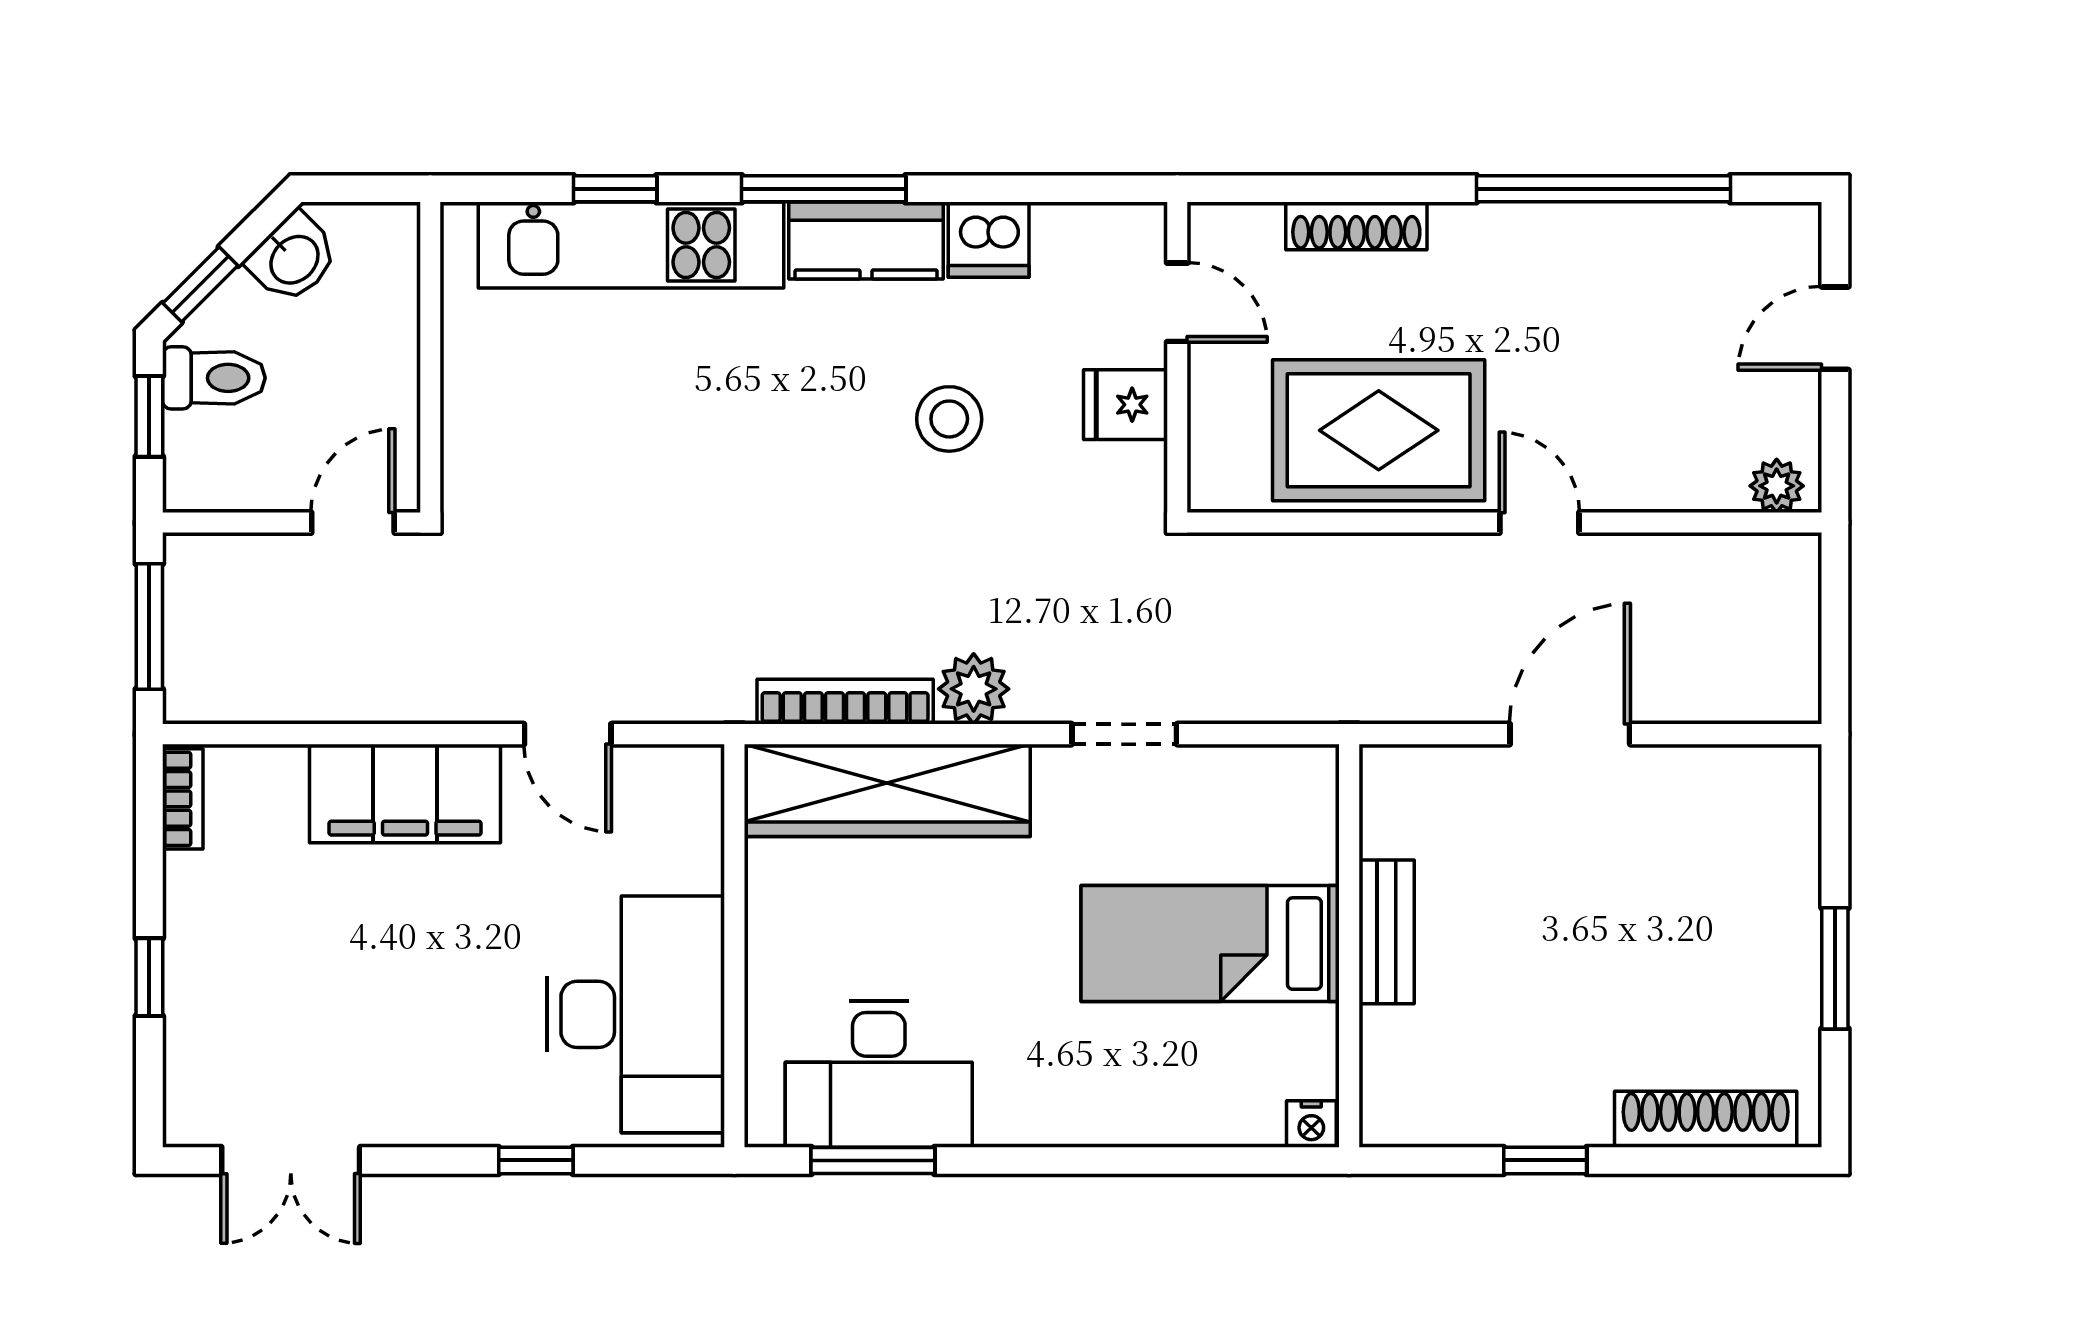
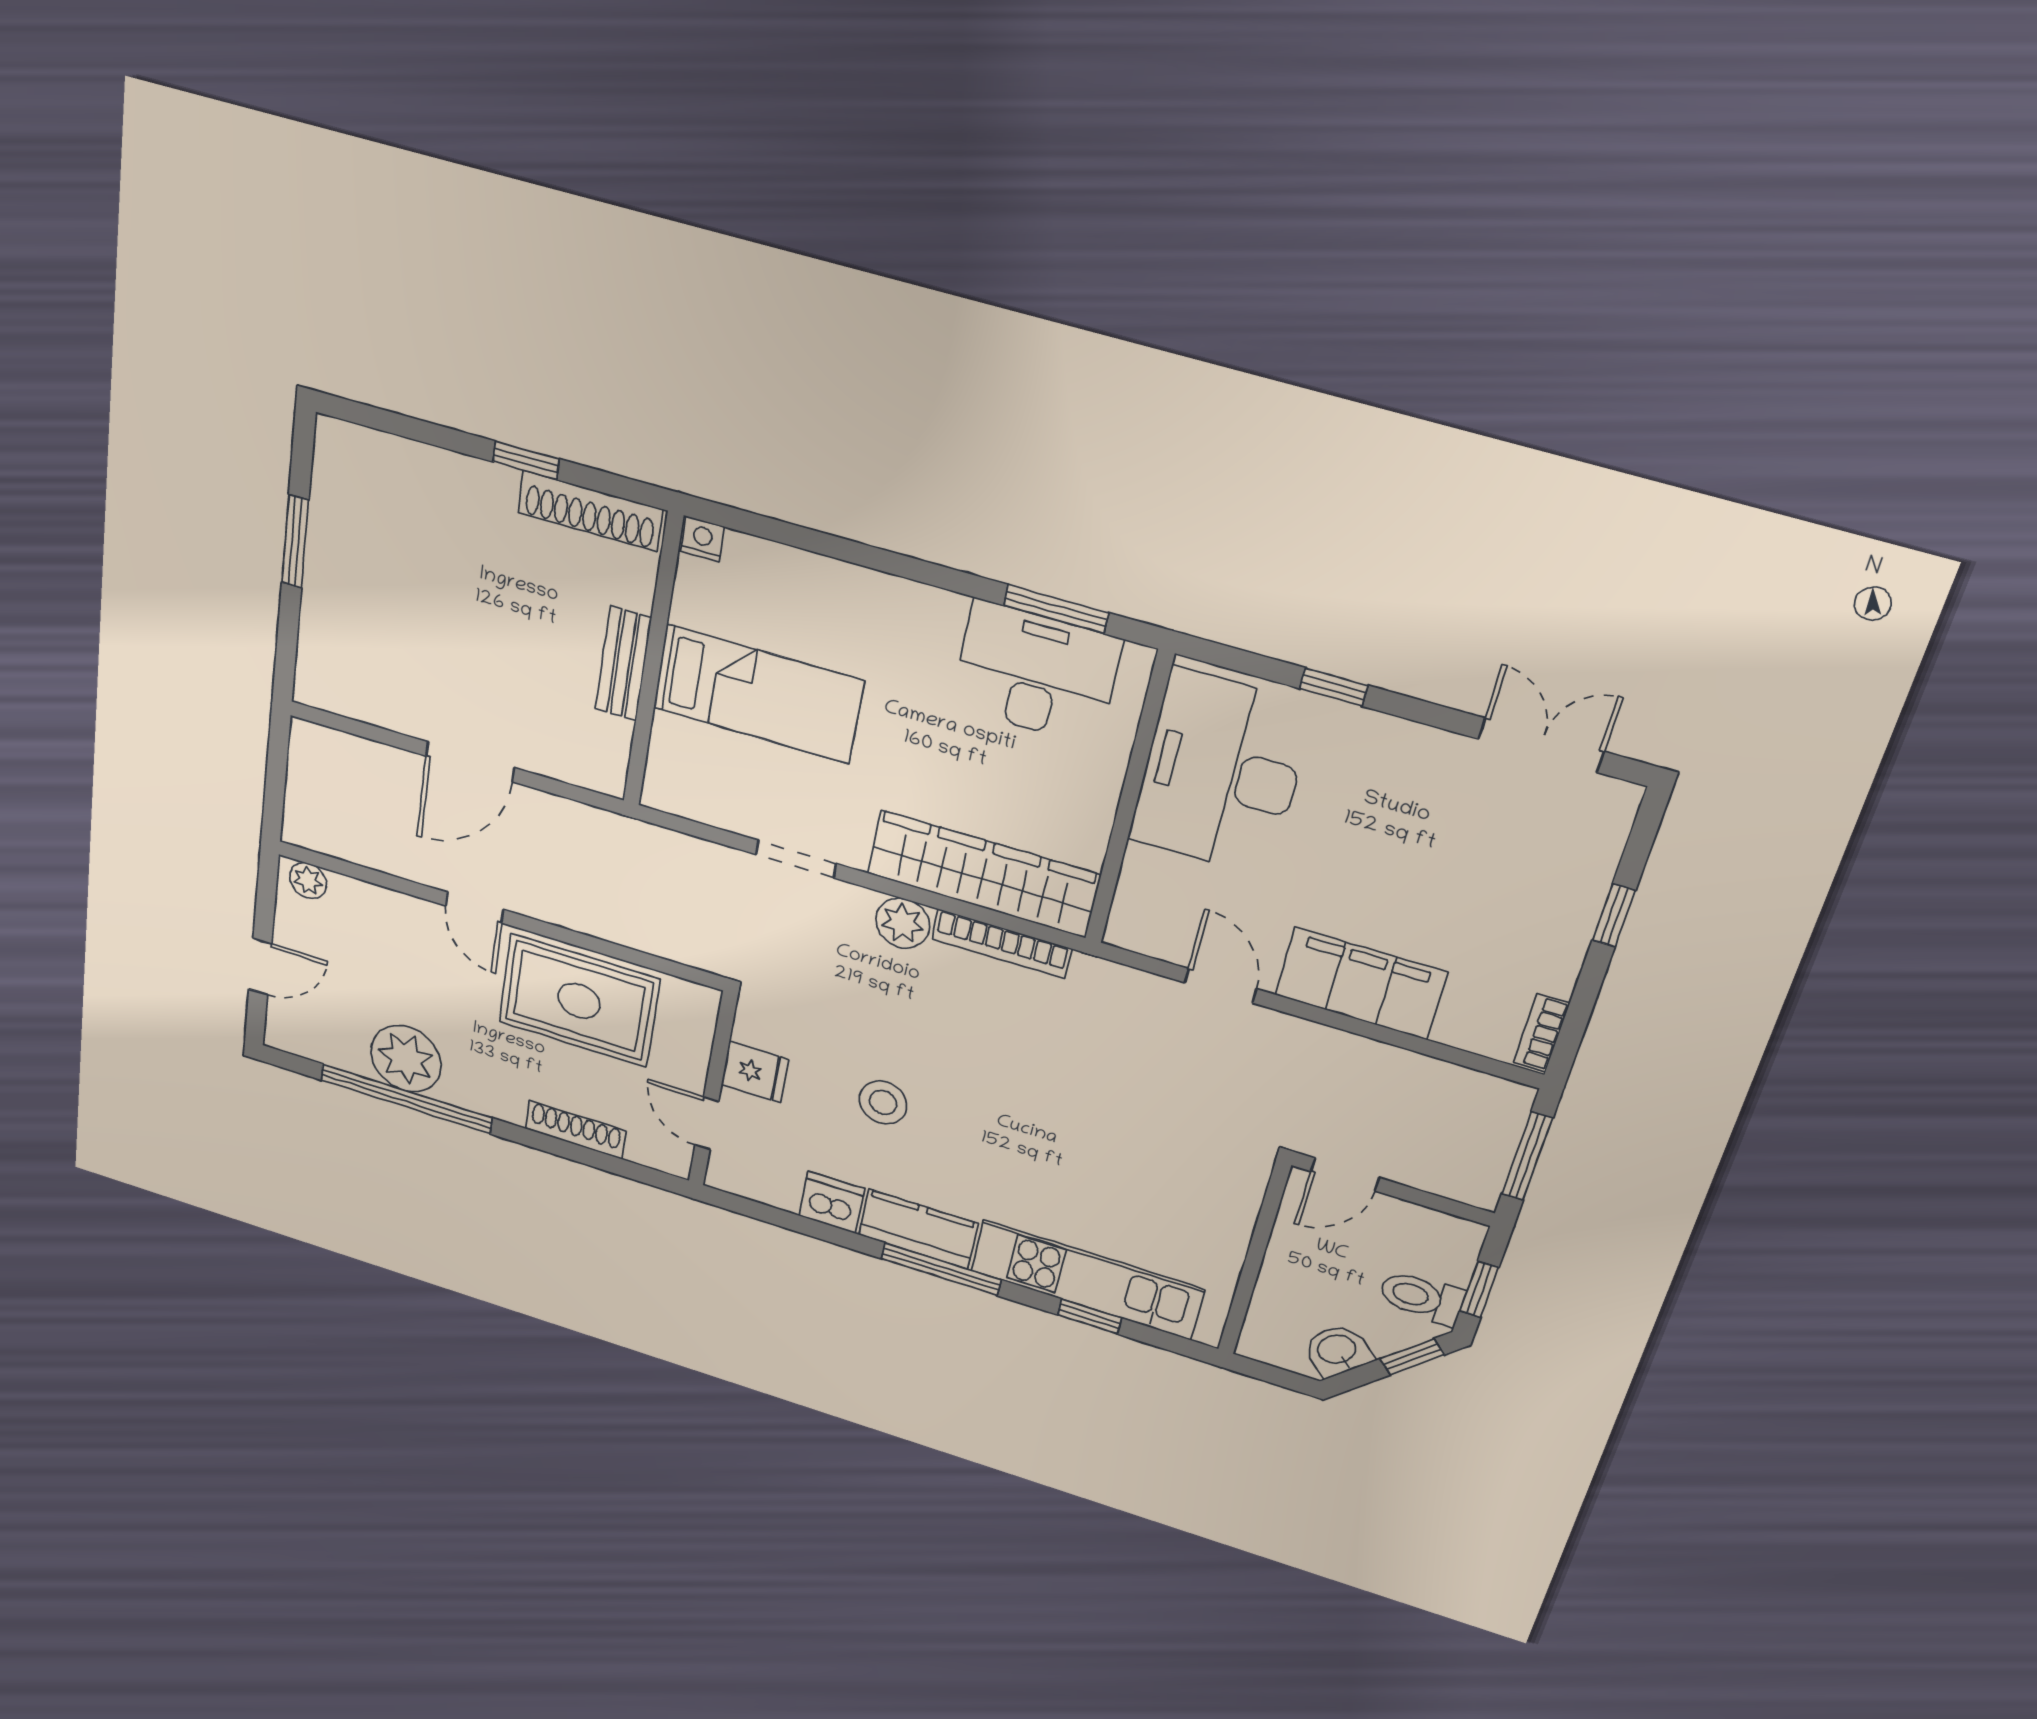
plant: (1610, 254) -> (406, 1059), added
shoe rack: (1706, 1119) -> (590, 511), moved

